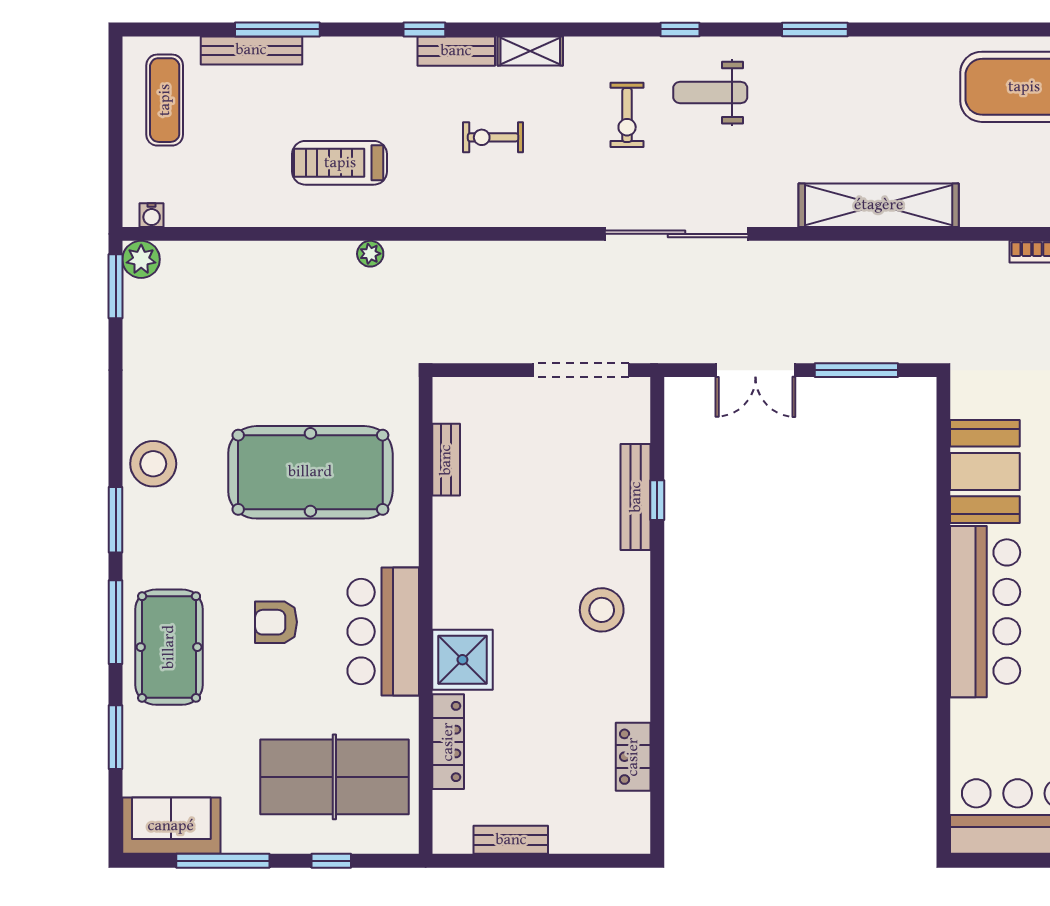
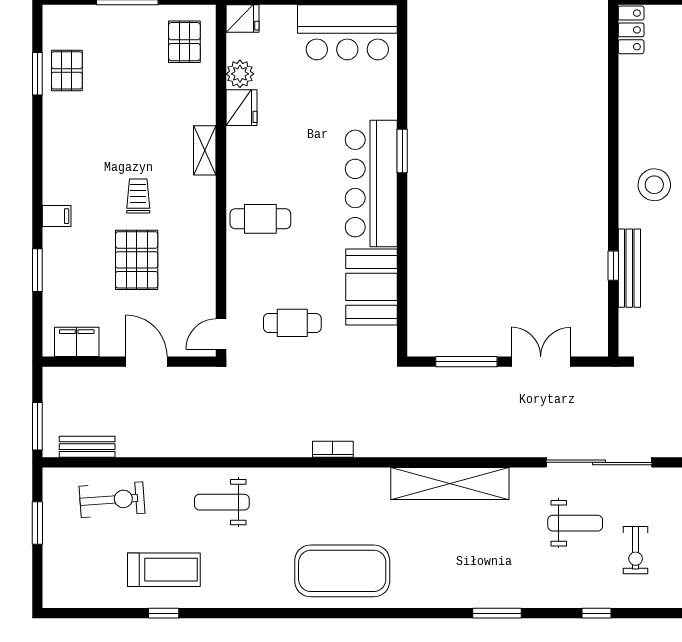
weight bench: (710, 93) -> (575, 523), moved
exercise bike: (627, 115) -> (636, 550), turned 180
window: (943, 656) -> (402, 151), added
locker: (633, 757) -> (631, 30), moved

